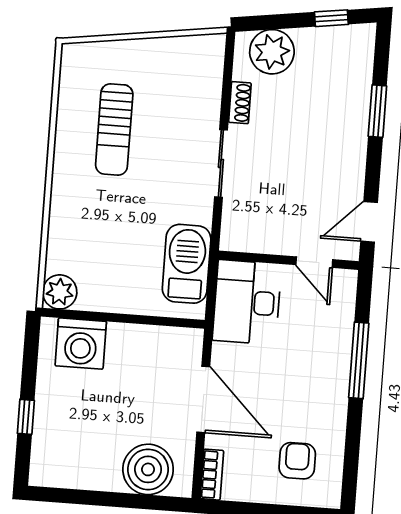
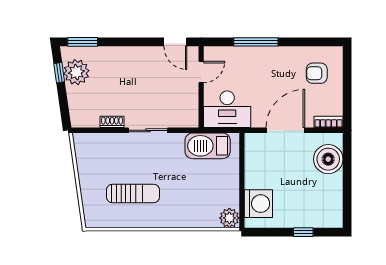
plant: (272, 52) -> (76, 72), moved
window: (377, 111) -> (83, 42), moved

